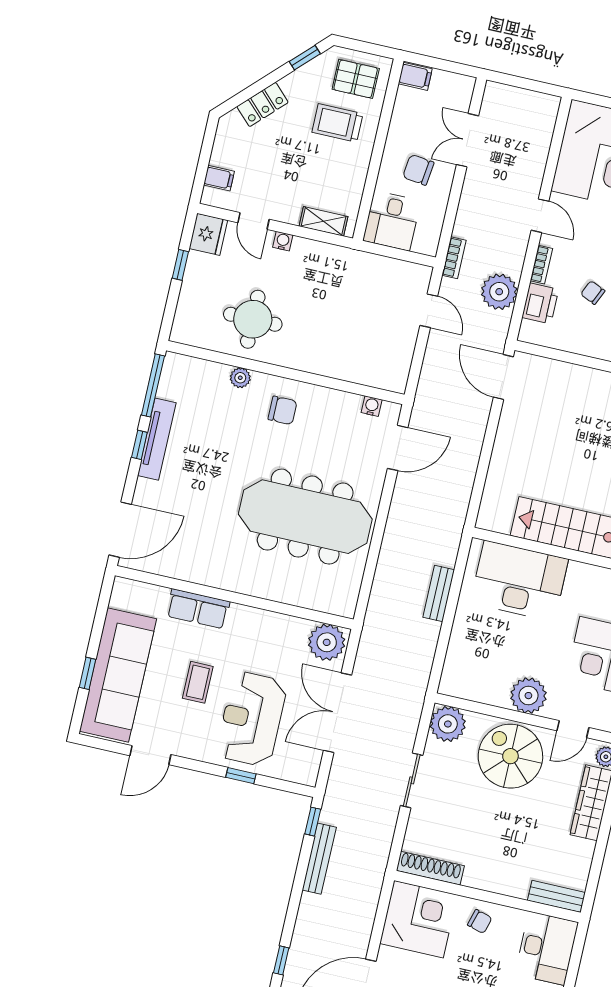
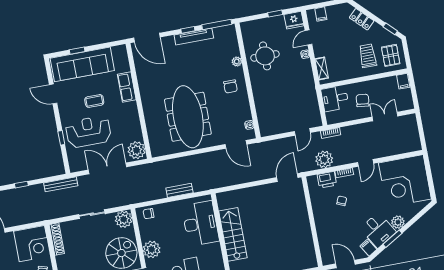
chair: (458, 672) -> (149, 214), added
window: (313, 822) -> (21, 185), moved
bench: (319, 859) -> (61, 184), moved

